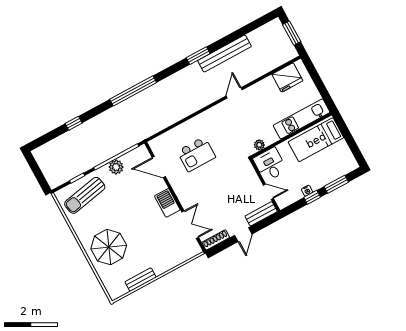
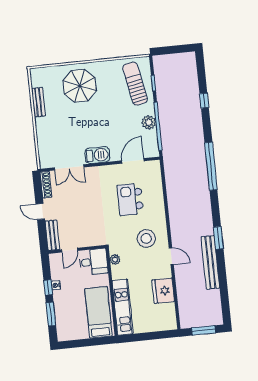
fridge: (287, 78) -> (163, 291), moved
stool: (227, 124) -> (146, 239), added

